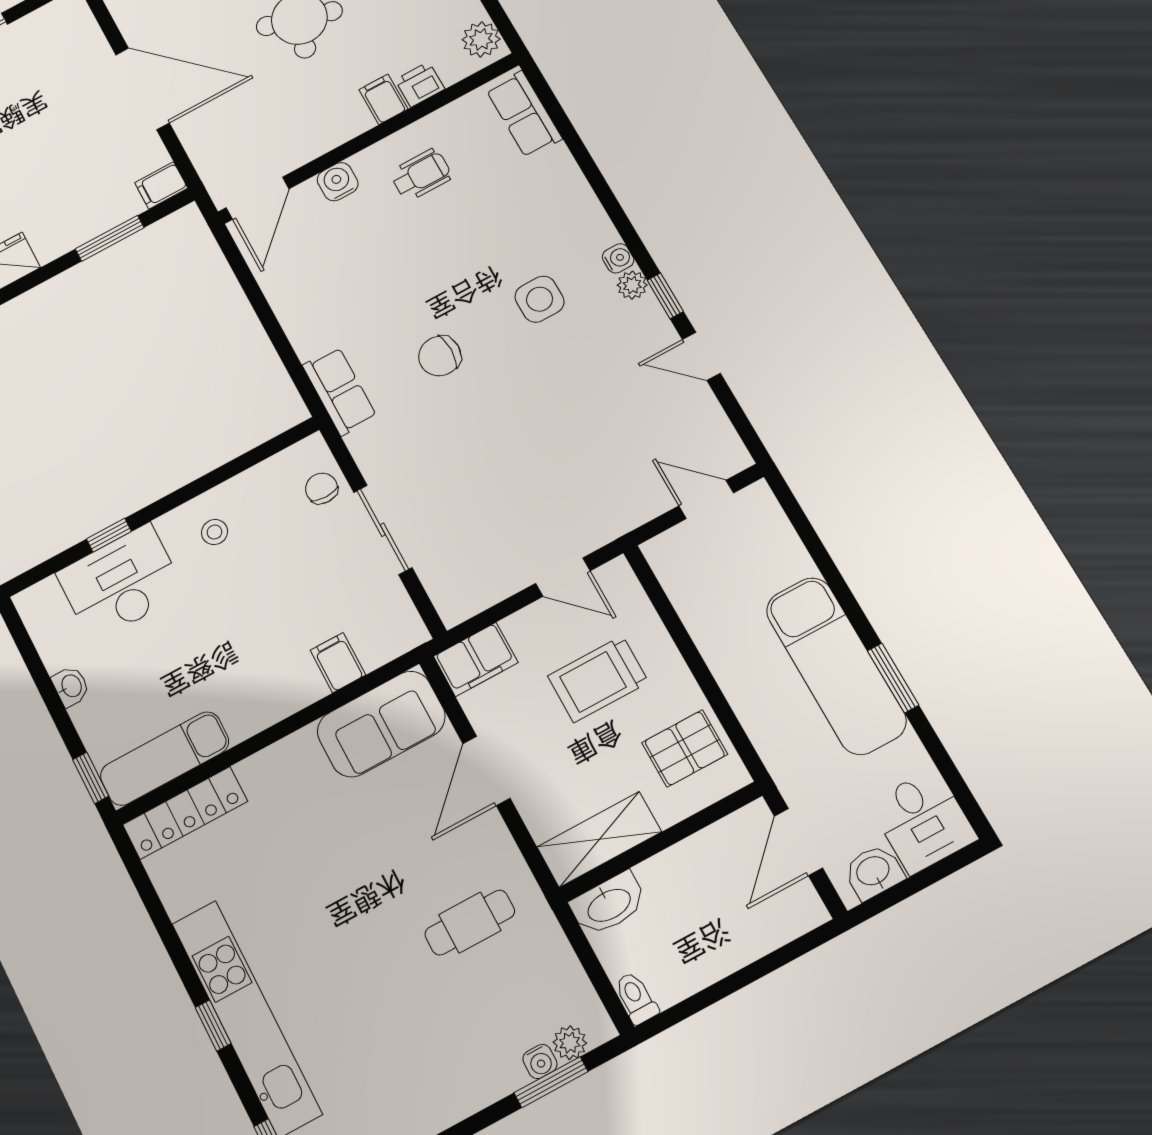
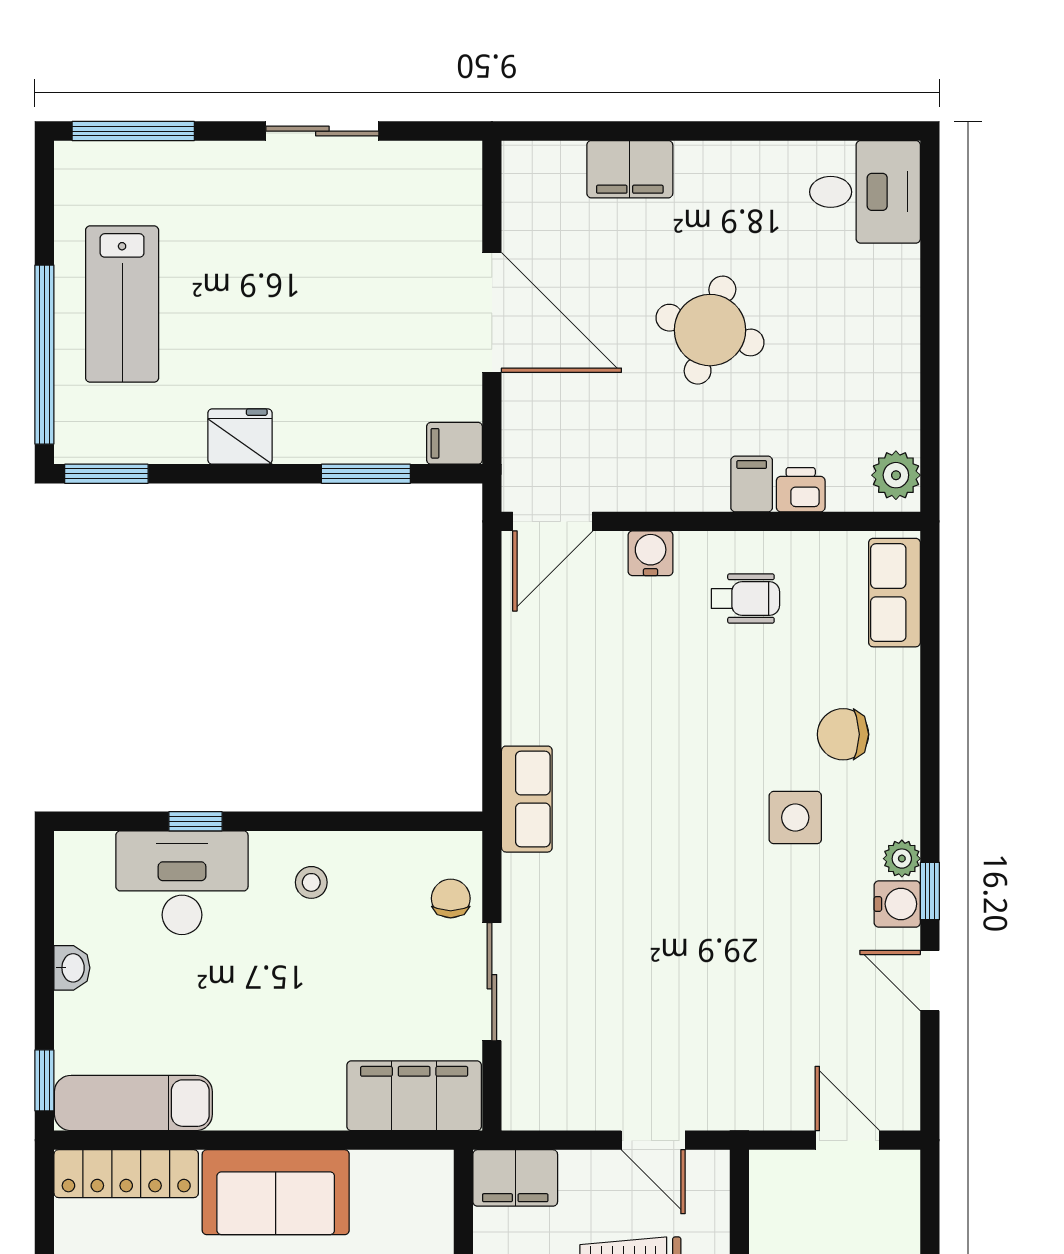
water cooler: (618, 258) -> (897, 904), moved, width x1.38, depth x1.38
chair: (440, 356) -> (843, 734), moved
filing cabinet: (338, 663) -> (414, 1096), width x3.00, depth x1.17
sofa: (381, 724) -> (276, 1192), moved

